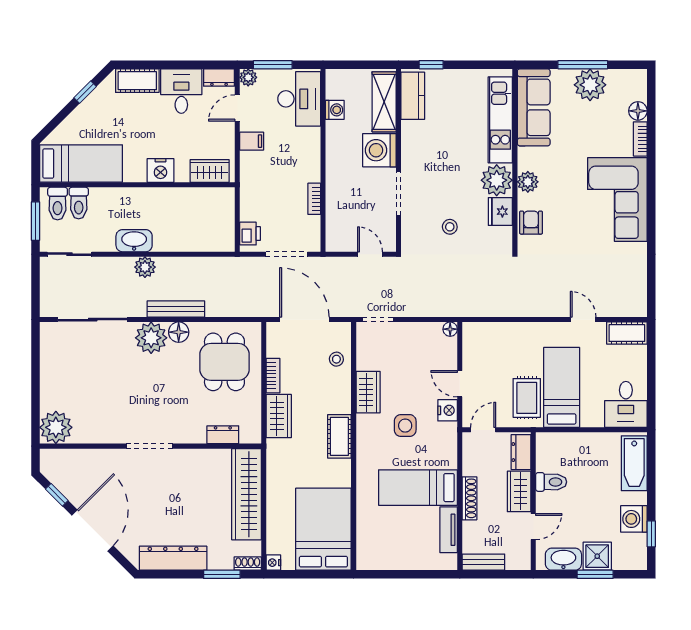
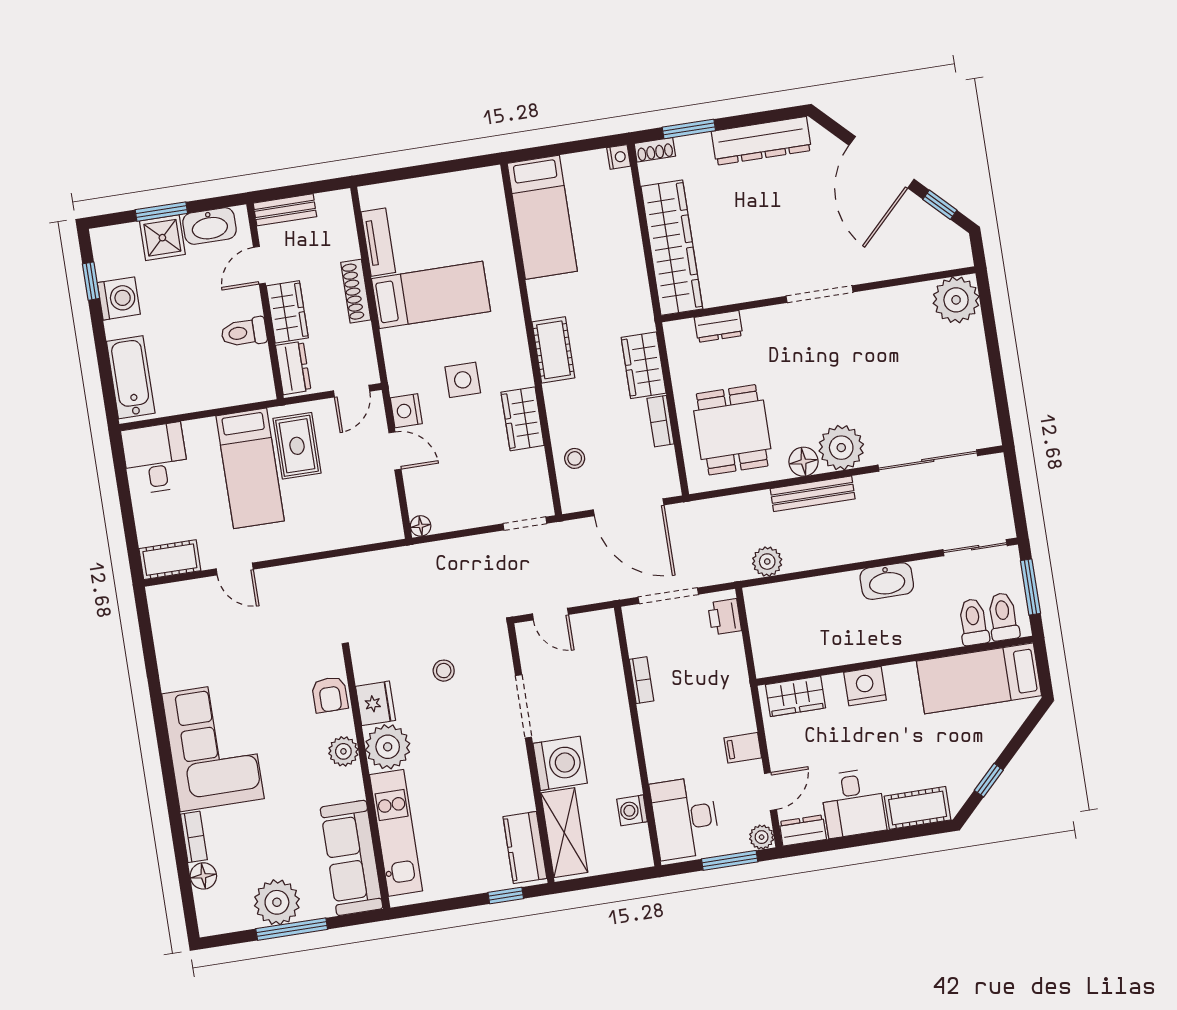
plant: (145, 267) -> (767, 562), moved
bed: (323, 529) -> (542, 217), width x0.67
bench: (483, 562) -> (285, 210), moved

